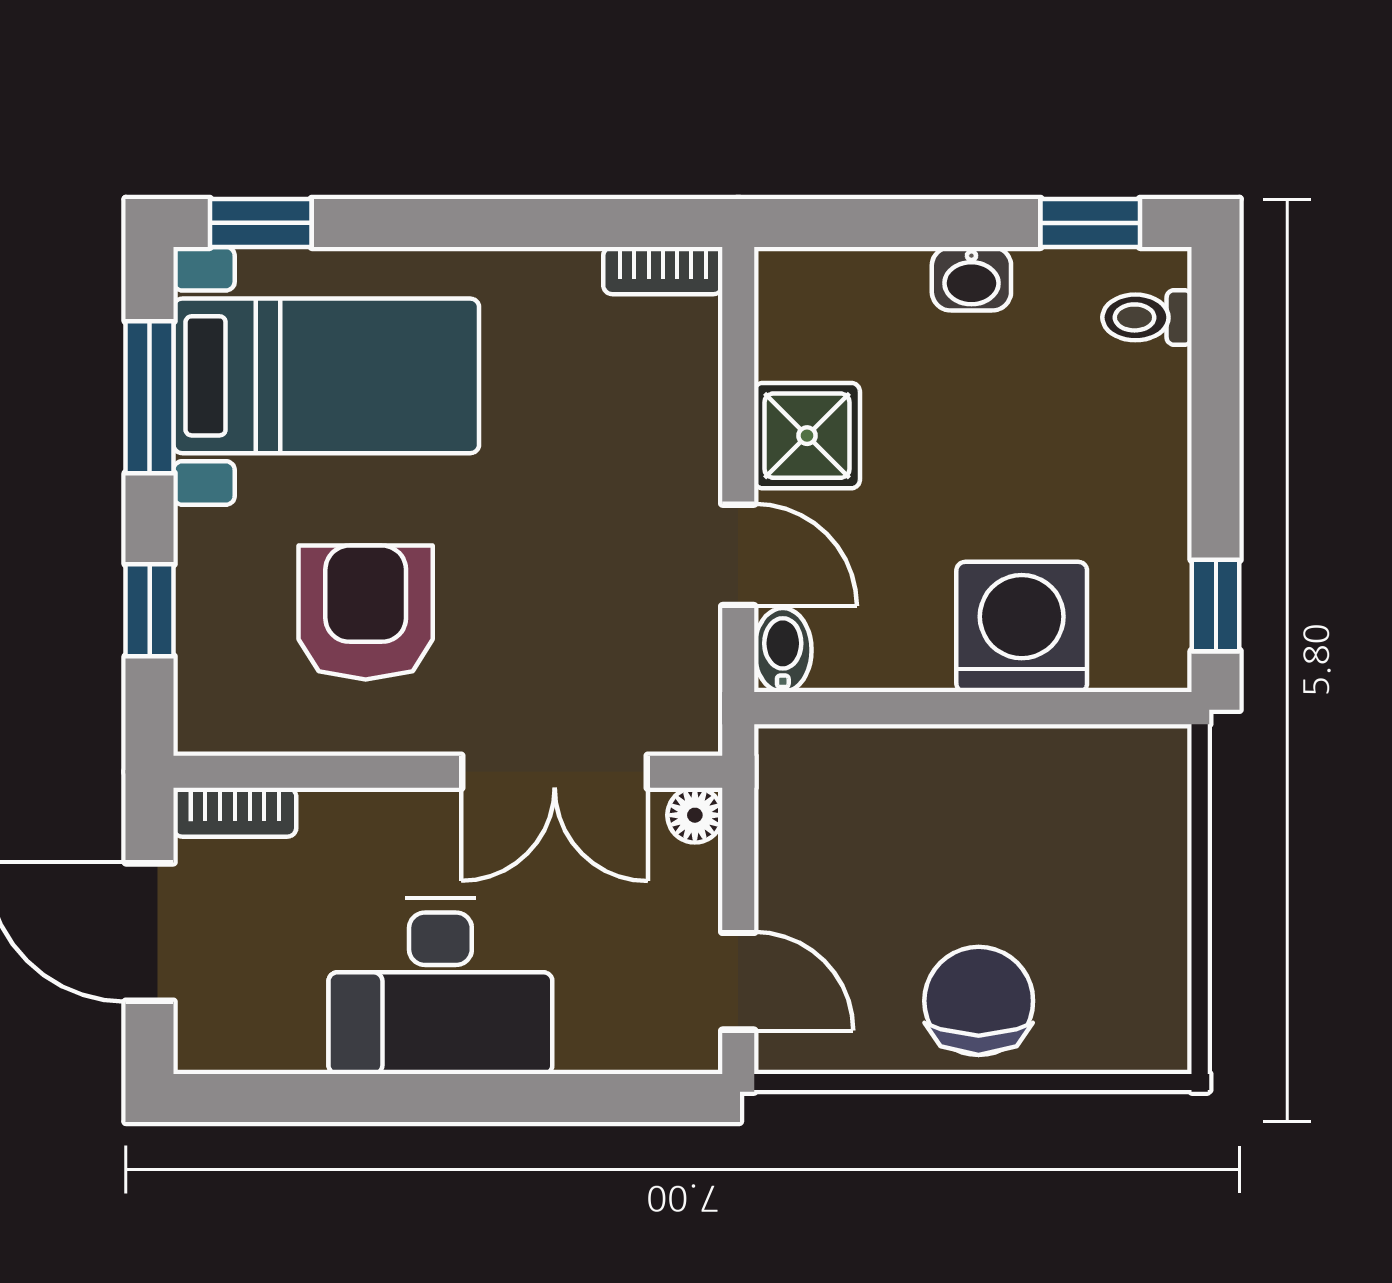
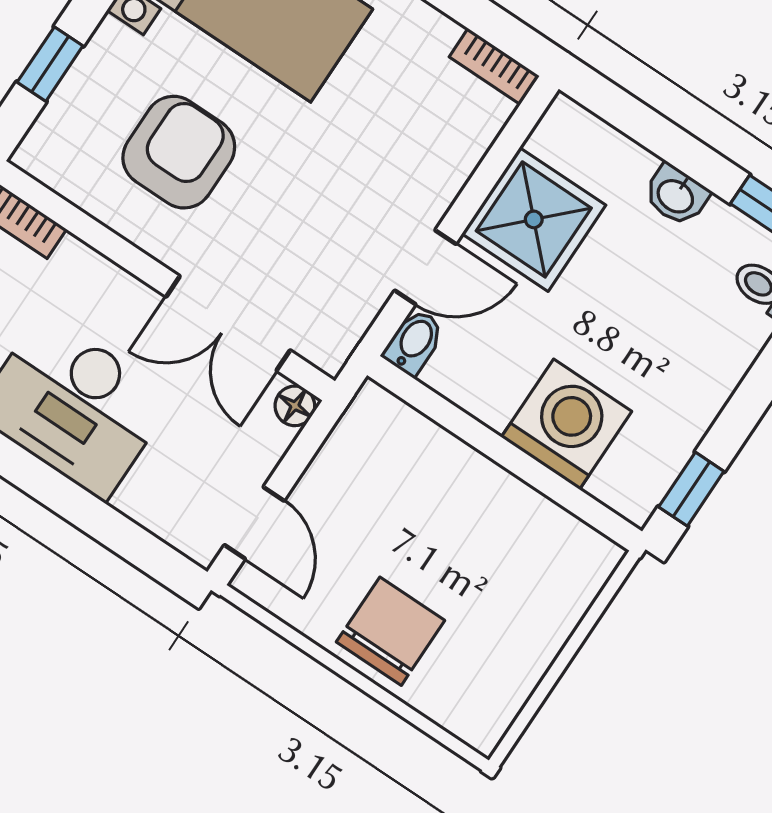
shower: (807, 436) -> (534, 219), width x1.36, depth x1.36
door: (738, 555) -> (425, 267), hinge flipped

